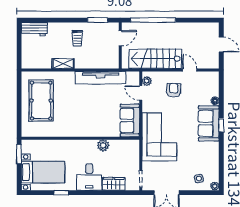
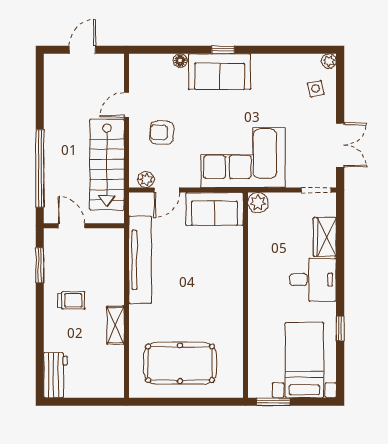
plant: (103, 145) -> (258, 203), moved

